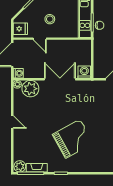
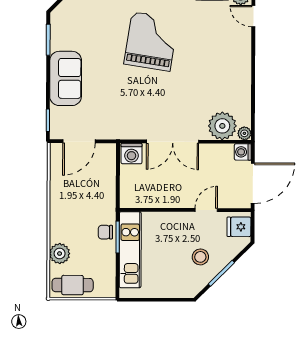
stool: (50, 19) -> (200, 257), moved
door: (40, 39) -> (206, 210), hinge flipped
door: (12, 122) -> (253, 16), moved
grand piano: (73, 139) -> (151, 41), turned 128

